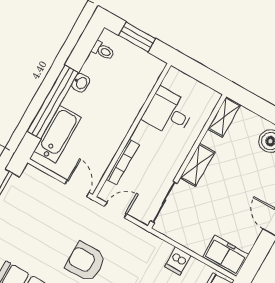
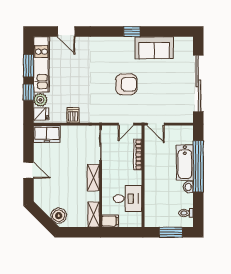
filing cabinet: (208, 96) -> (110, 221), added
bathtub: (58, 134) -> (185, 162), moved

